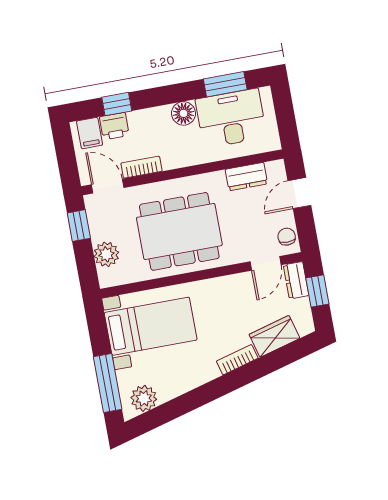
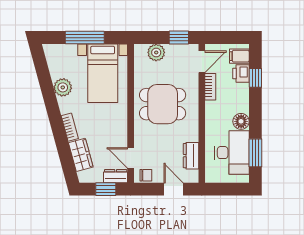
dining table: (179, 231) -> (163, 104), width x0.73
window: (108, 383) -> (85, 38), moved
plant: (144, 398) -> (63, 87), moved

